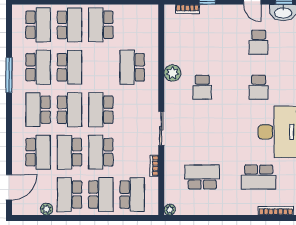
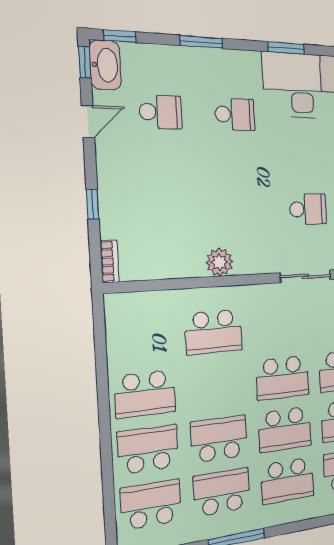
bookcase: (188, 9) -> (110, 261), moved
school desk: (202, 87) -> (308, 209), moved
school desk: (69, 110) -> (285, 429), turned 180

